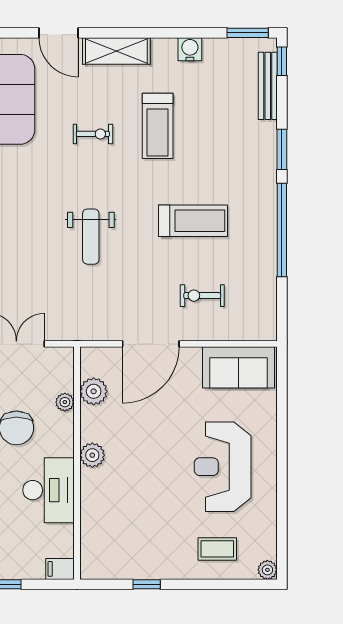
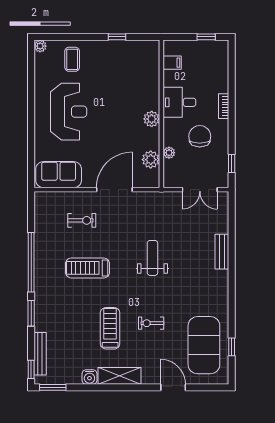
shelving: (116, 51) -> (120, 376), moved
desk: (49, 490) -> (179, 102), width x0.73
coffee table: (217, 549) -> (72, 59), turned 90
filing cabinet: (60, 569) -> (172, 63), moved

